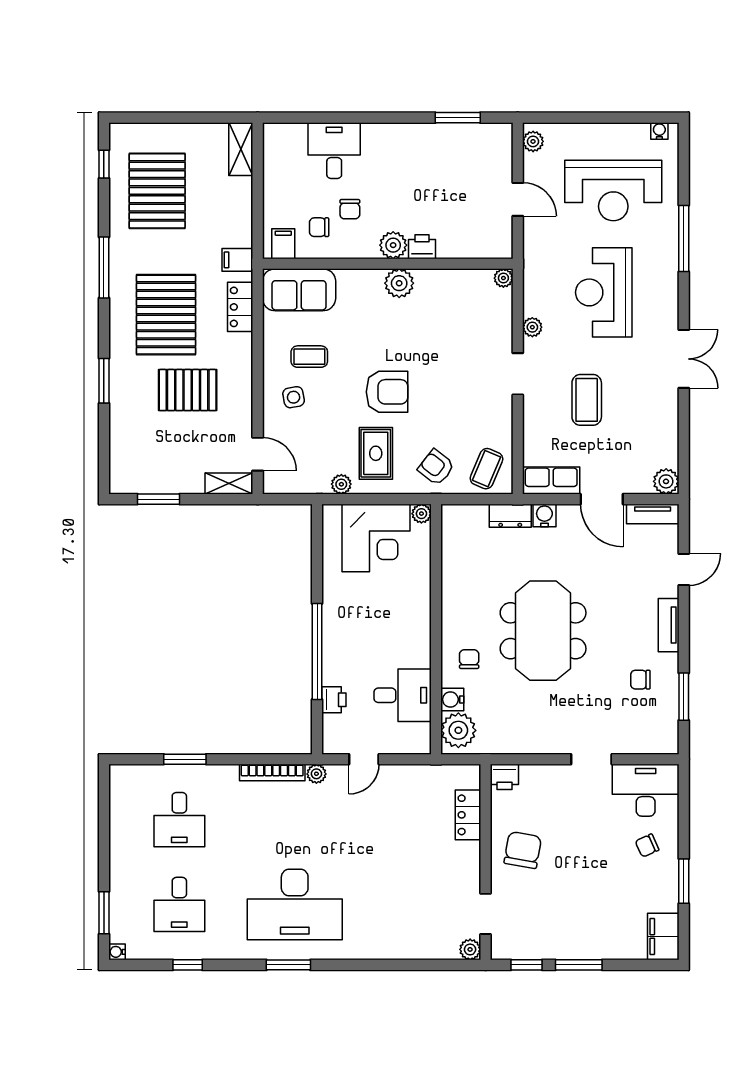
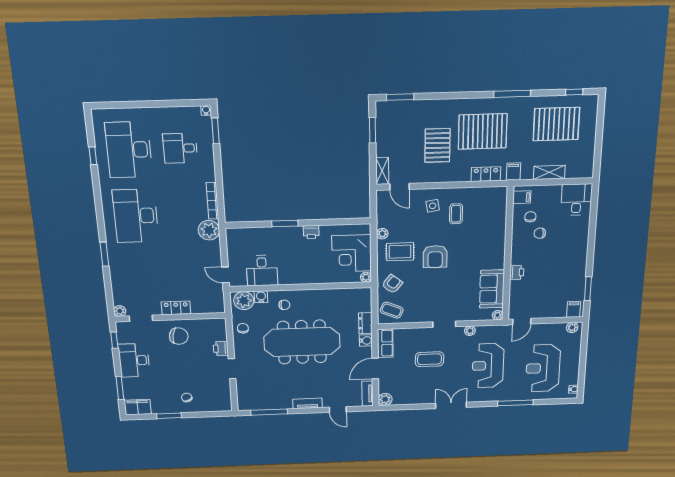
filing cabinet: (497, 141) -> (574, 309), added
shelving: (241, 149) -> (549, 172), moved
desk: (334, 151) -> (577, 200), moved, turned -90
door: (518, 199) -> (522, 322), moved
plant: (393, 245) -> (518, 257), removed
plant: (399, 283) -> (497, 261), removed
sofa: (299, 290) -> (492, 289), moved
reception desk: (604, 292) -> (488, 366), turned -90
double door: (684, 359) -> (451, 405), swing flipped
window: (104, 381) -> (400, 97), moved
door: (258, 454) -> (399, 187), hinge flipped
meeting table: (543, 631) -> (302, 342), width x1.36
window: (317, 652) -> (285, 223), width x0.47
chair: (640, 680) -> (243, 328), moved
window: (684, 697) -> (269, 412), width x1.44
printer: (334, 700) -> (311, 232), moved
window: (185, 759) -> (215, 131), moved
door: (364, 759) -> (225, 275), moved
plant: (316, 774) -> (209, 230), width x1.87, depth x1.87
printer: (504, 777) -> (221, 349), moved
desk: (646, 790) -> (134, 360), moved, turned 180
locker: (468, 815) -> (176, 308), moved
desk: (179, 904) -> (129, 150), width x1.87, depth x1.30
window: (104, 913) -> (119, 105), removed
water cooler: (117, 952) -> (206, 110), moved
window: (288, 965) -> (104, 254), moved
window: (579, 965) -> (120, 388), moved

